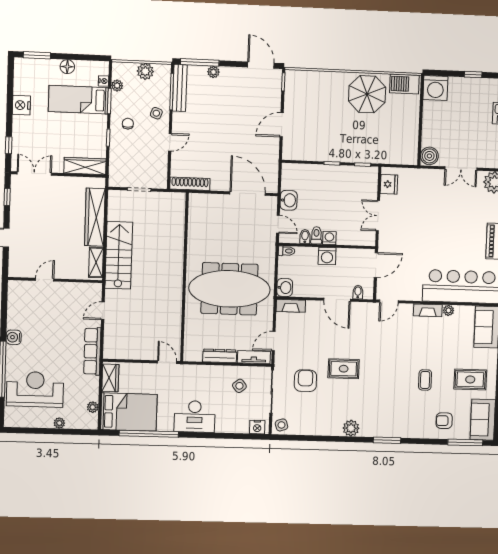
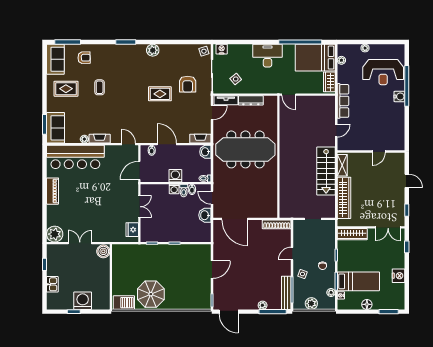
washing machine: (435, 88) -> (83, 301), moved
door: (389, 301) -> (129, 144), hinge flipped
water cooler: (14, 337) -> (399, 96), moved

